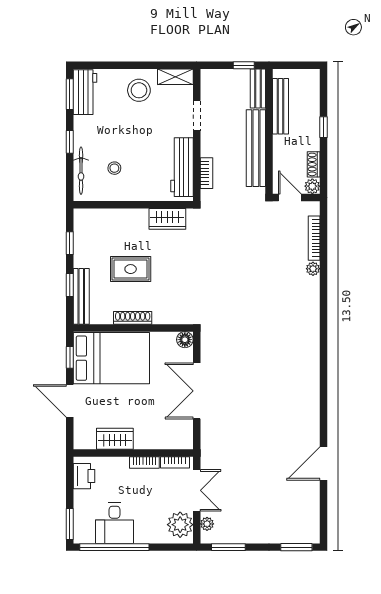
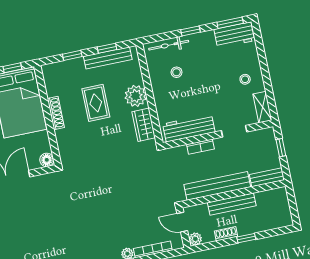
window: (244, 65) -> (281, 148), moved
stool: (139, 90) -> (245, 79), width x0.53, depth x0.53
bench: (281, 106) -> (232, 204), moved
shoe rack: (314, 164) -> (226, 234), moved
bookcase: (206, 173) -> (200, 147), moved
door: (290, 197) -> (182, 222), swing flipped
plant: (132, 221) -> (136, 96), added
bench: (81, 296) -> (108, 58), moved

